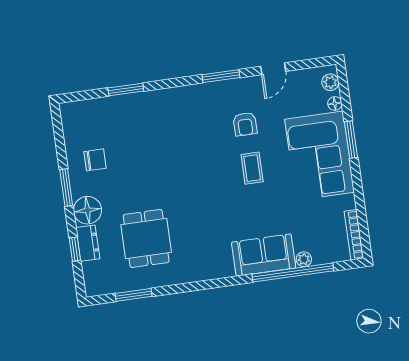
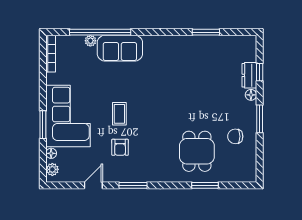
armchair: (245, 124) -> (120, 147), turned 180
floor lamp: (88, 210) -> (251, 95), width x0.53, depth x0.53
dining table: (146, 238) -> (197, 151), moved
window: (134, 295) -> (206, 32), moved

